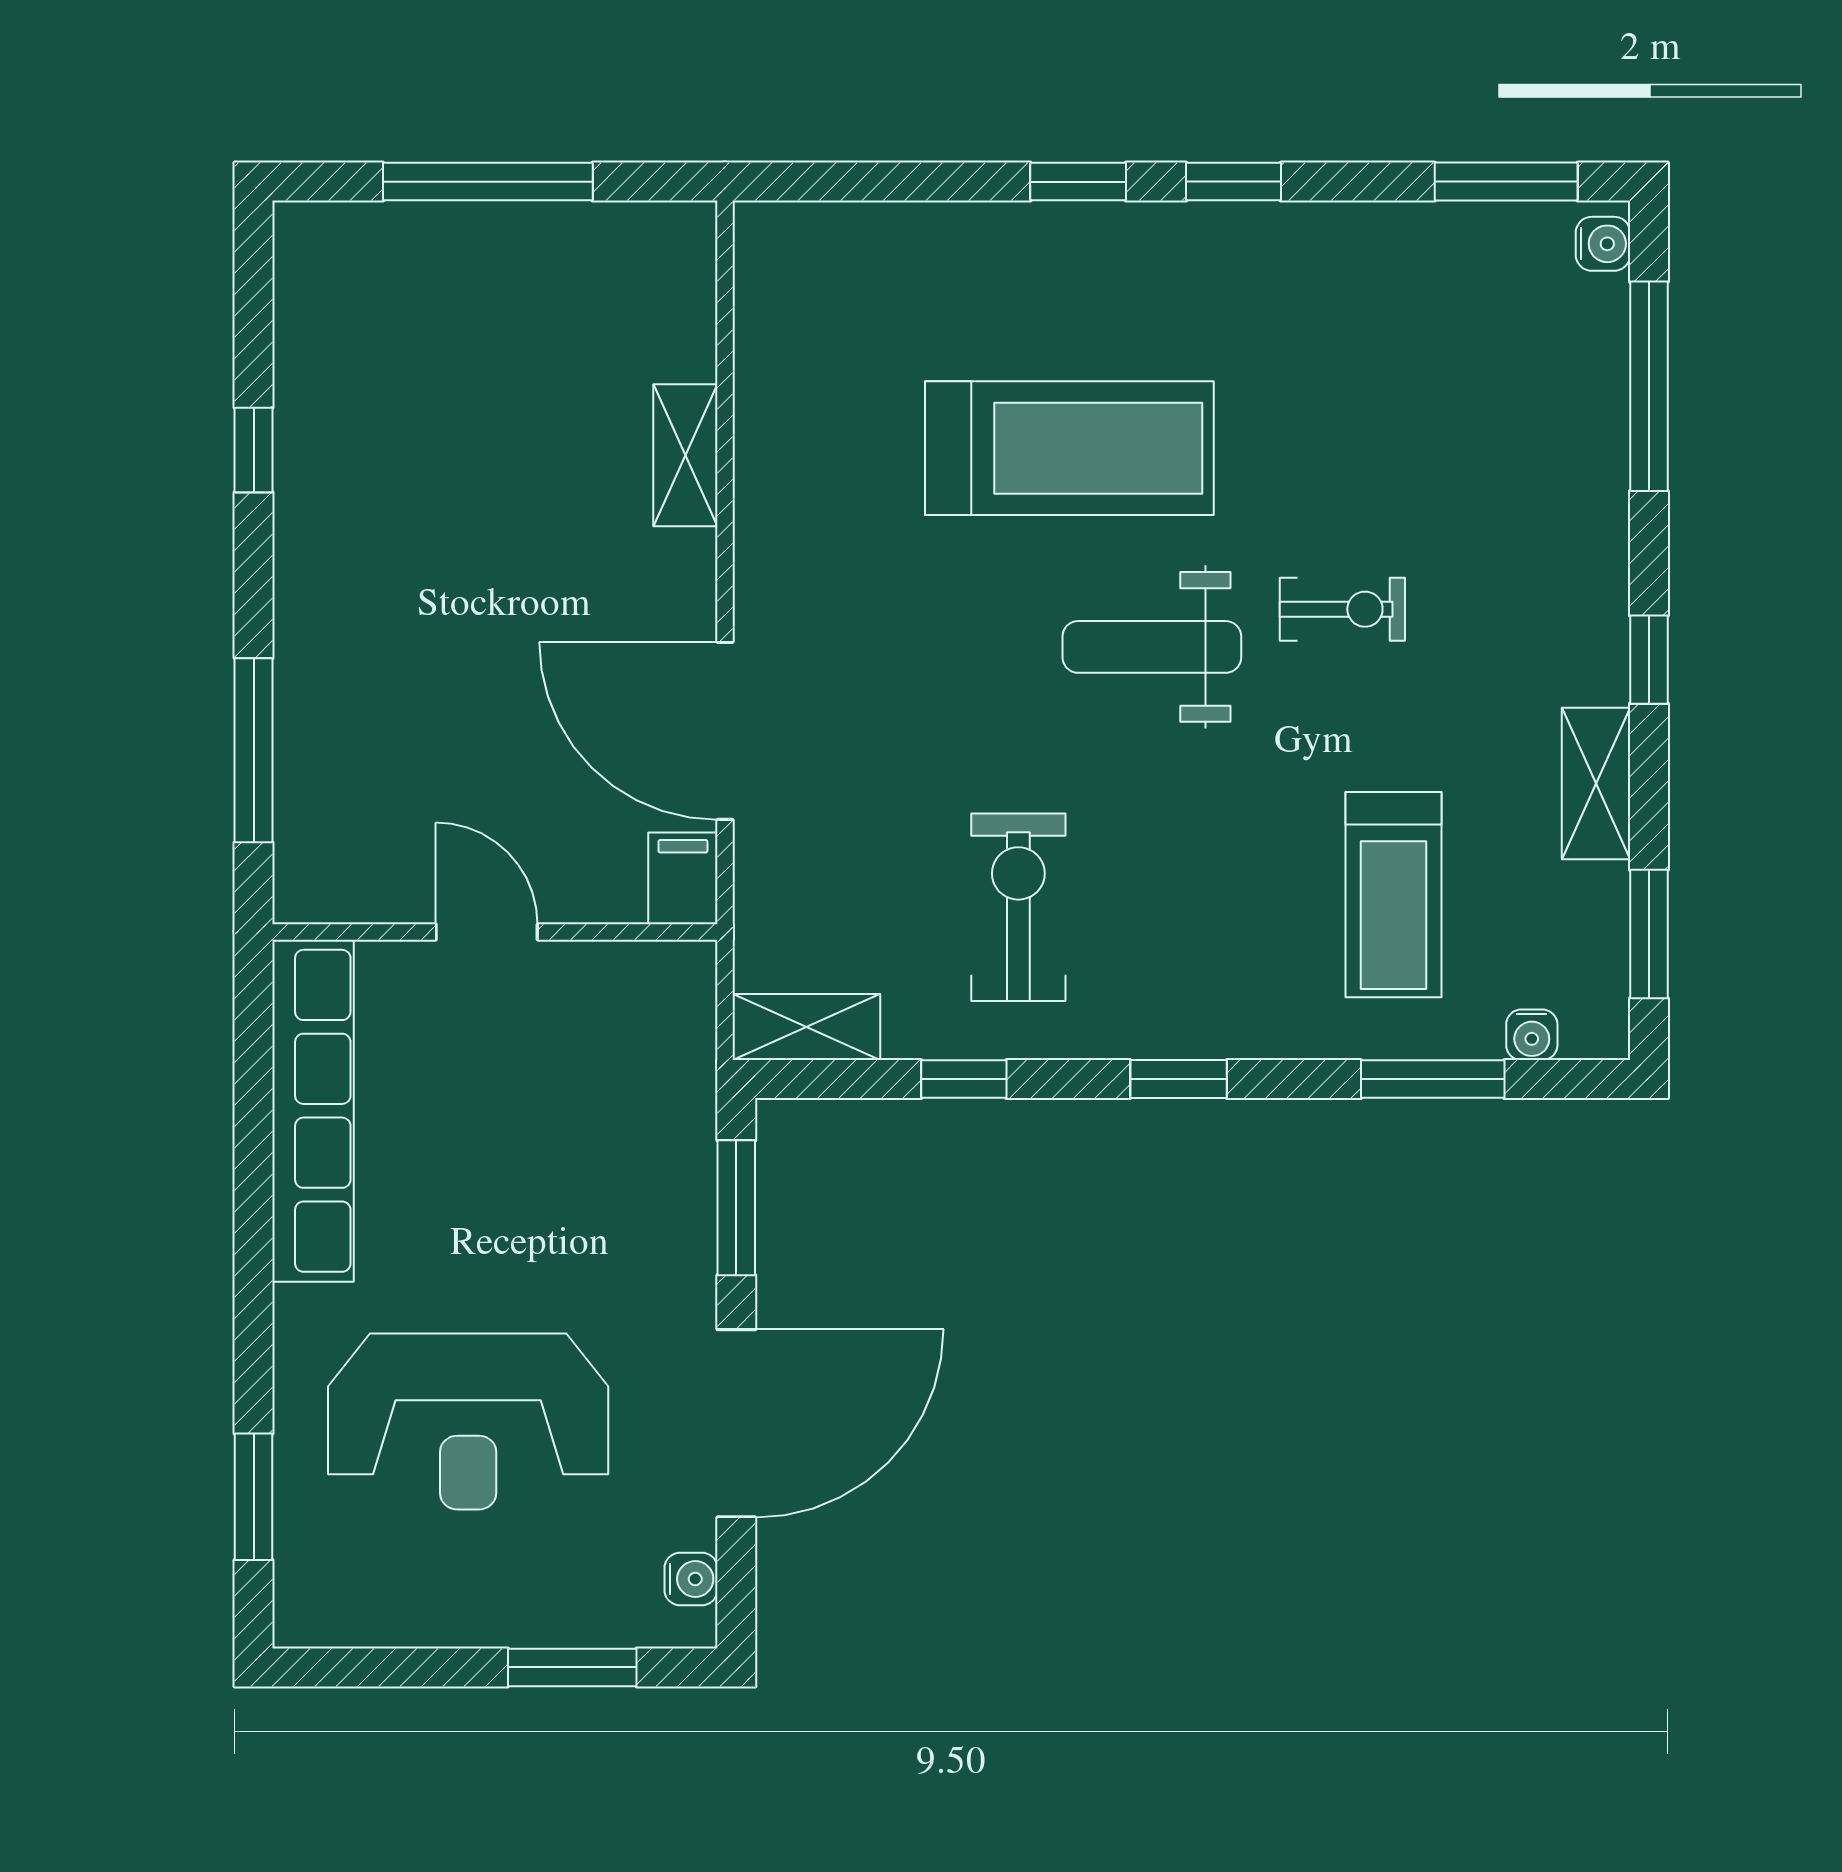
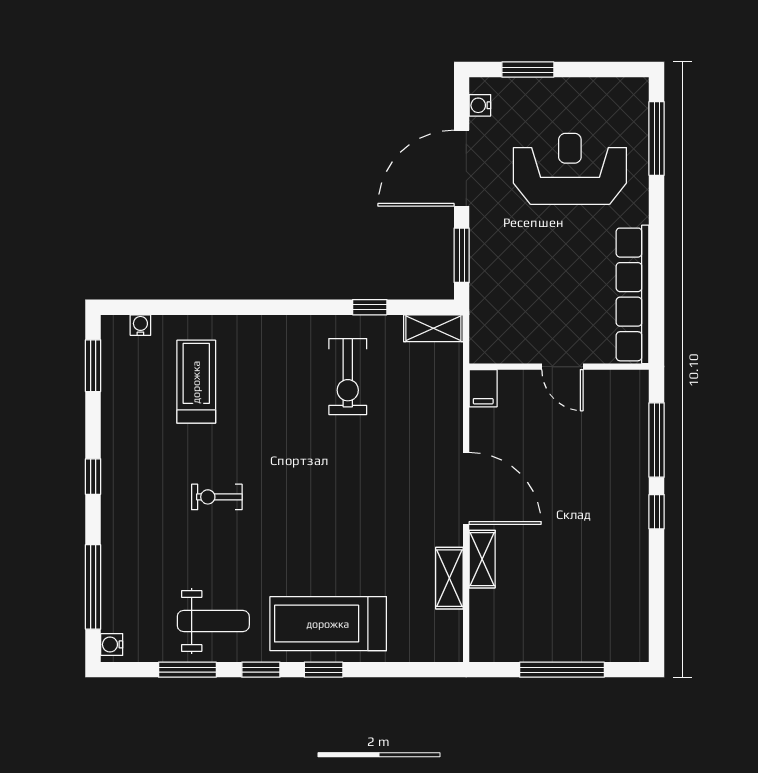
window: (1506, 182) -> (187, 670), moved
treadmill: (1069, 448) -> (328, 624), moved
window: (254, 450) -> (657, 512), moved
weight bench: (1152, 647) -> (213, 621), moved
door: (725, 731) -> (466, 488), moved
shelving: (1596, 783) -> (449, 578), moved
window: (1179, 1079) -> (283, 307), removed
window: (1433, 1079) -> (180, 307), removed
window: (254, 1497) -> (657, 139), width x1.44

